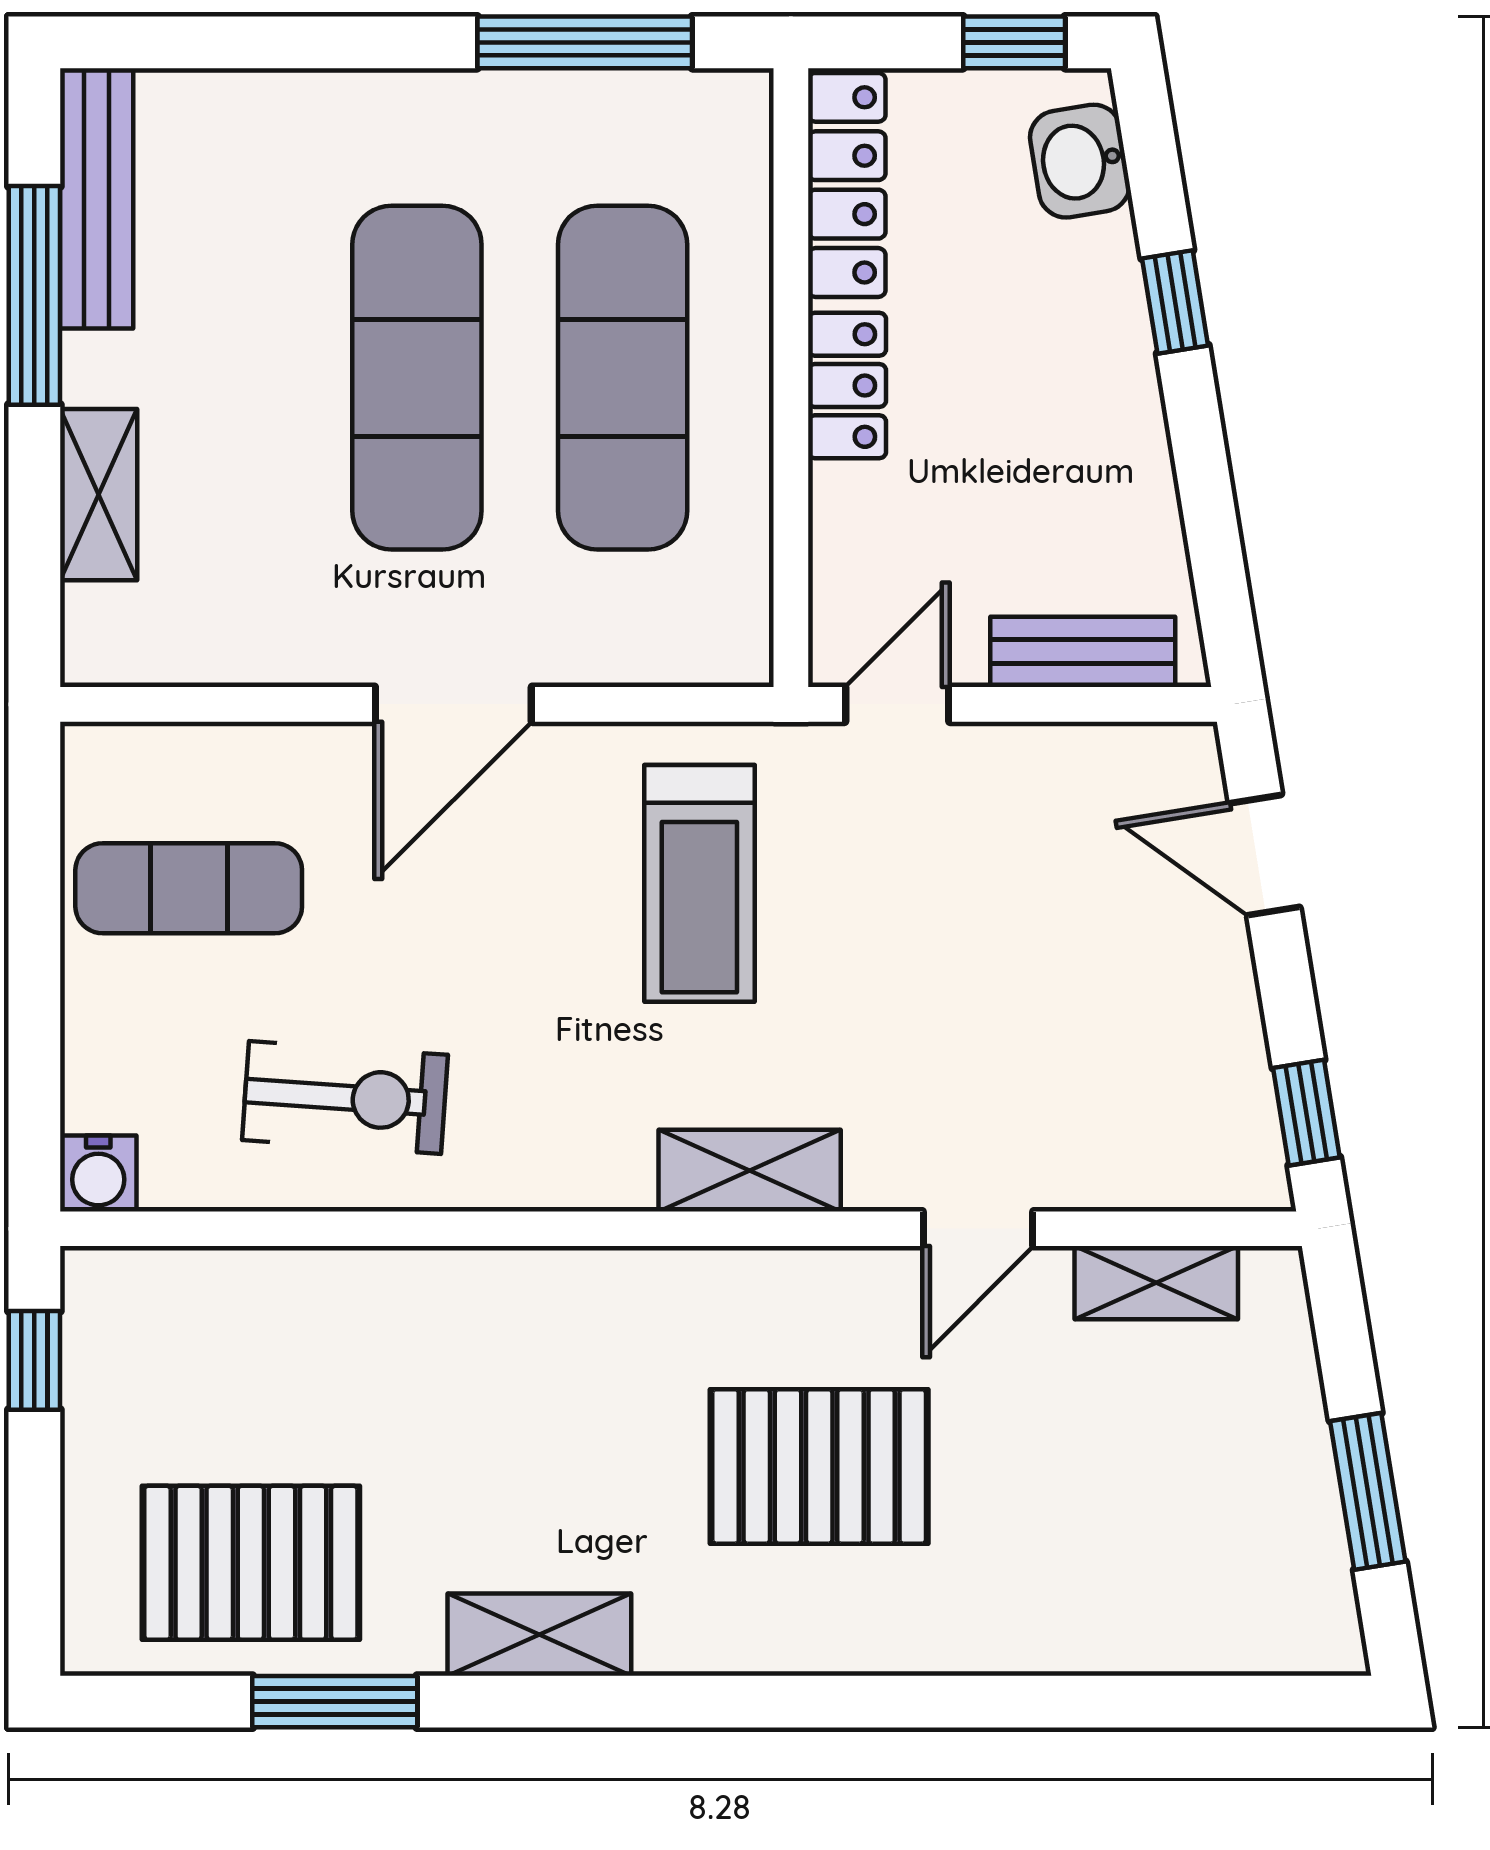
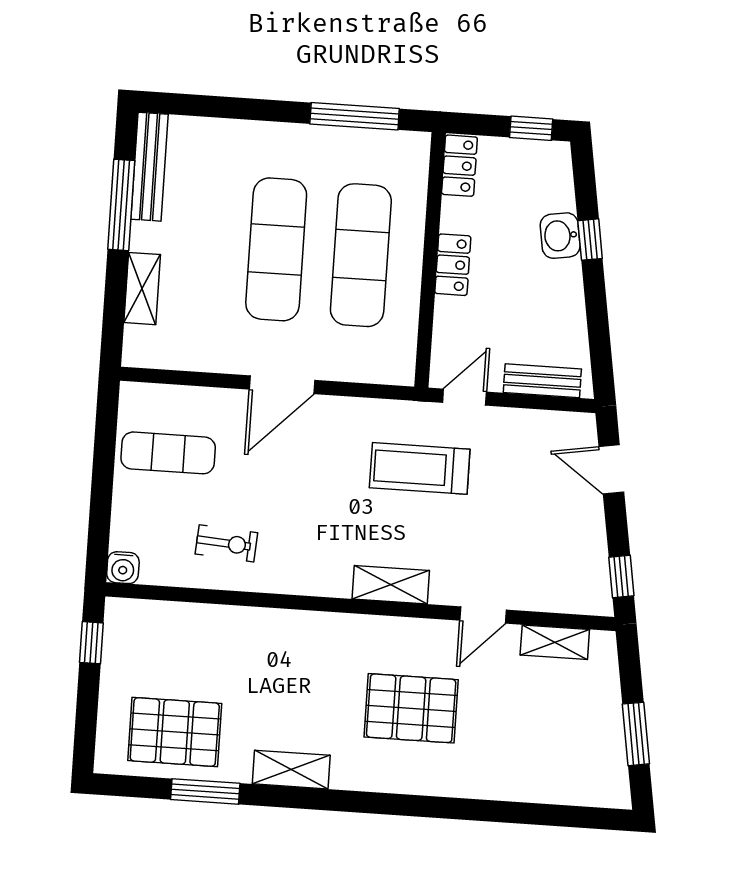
washbasin: (1080, 161) -> (560, 236), moved
locker: (847, 185) -> (459, 166), width x0.66
treadmill: (699, 883) -> (420, 468), moved, turned 90
exercise bike: (345, 1097) -> (226, 543), width x0.73, depth x0.72

